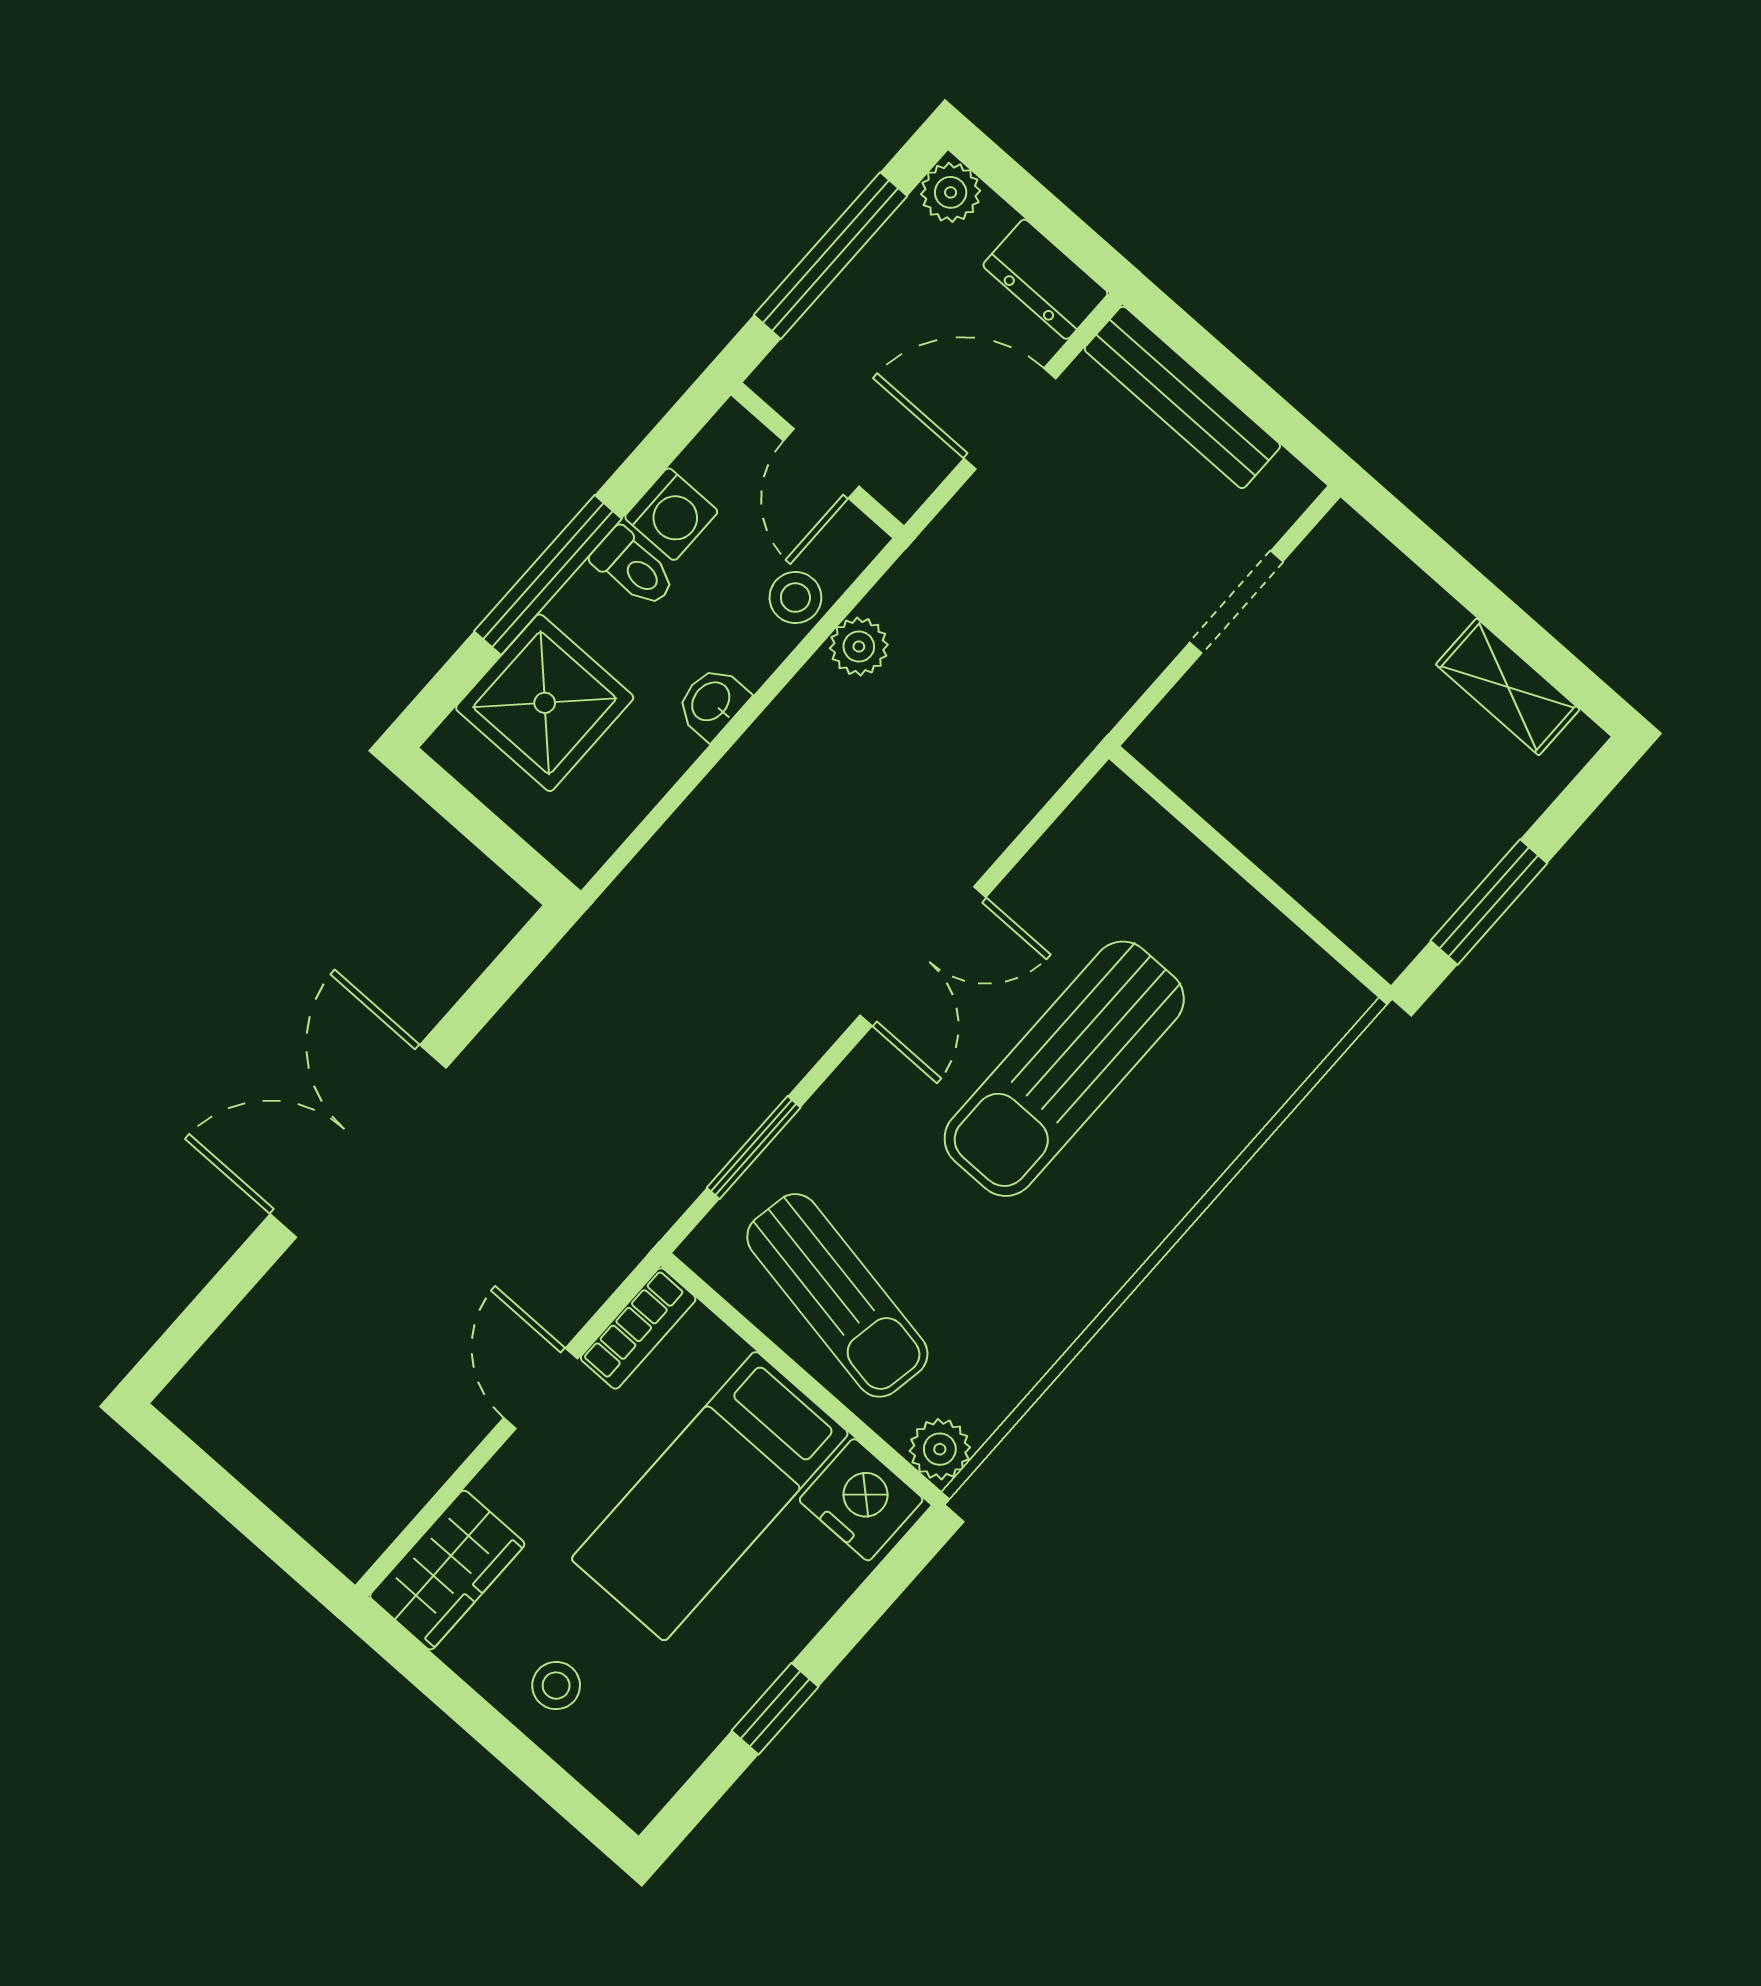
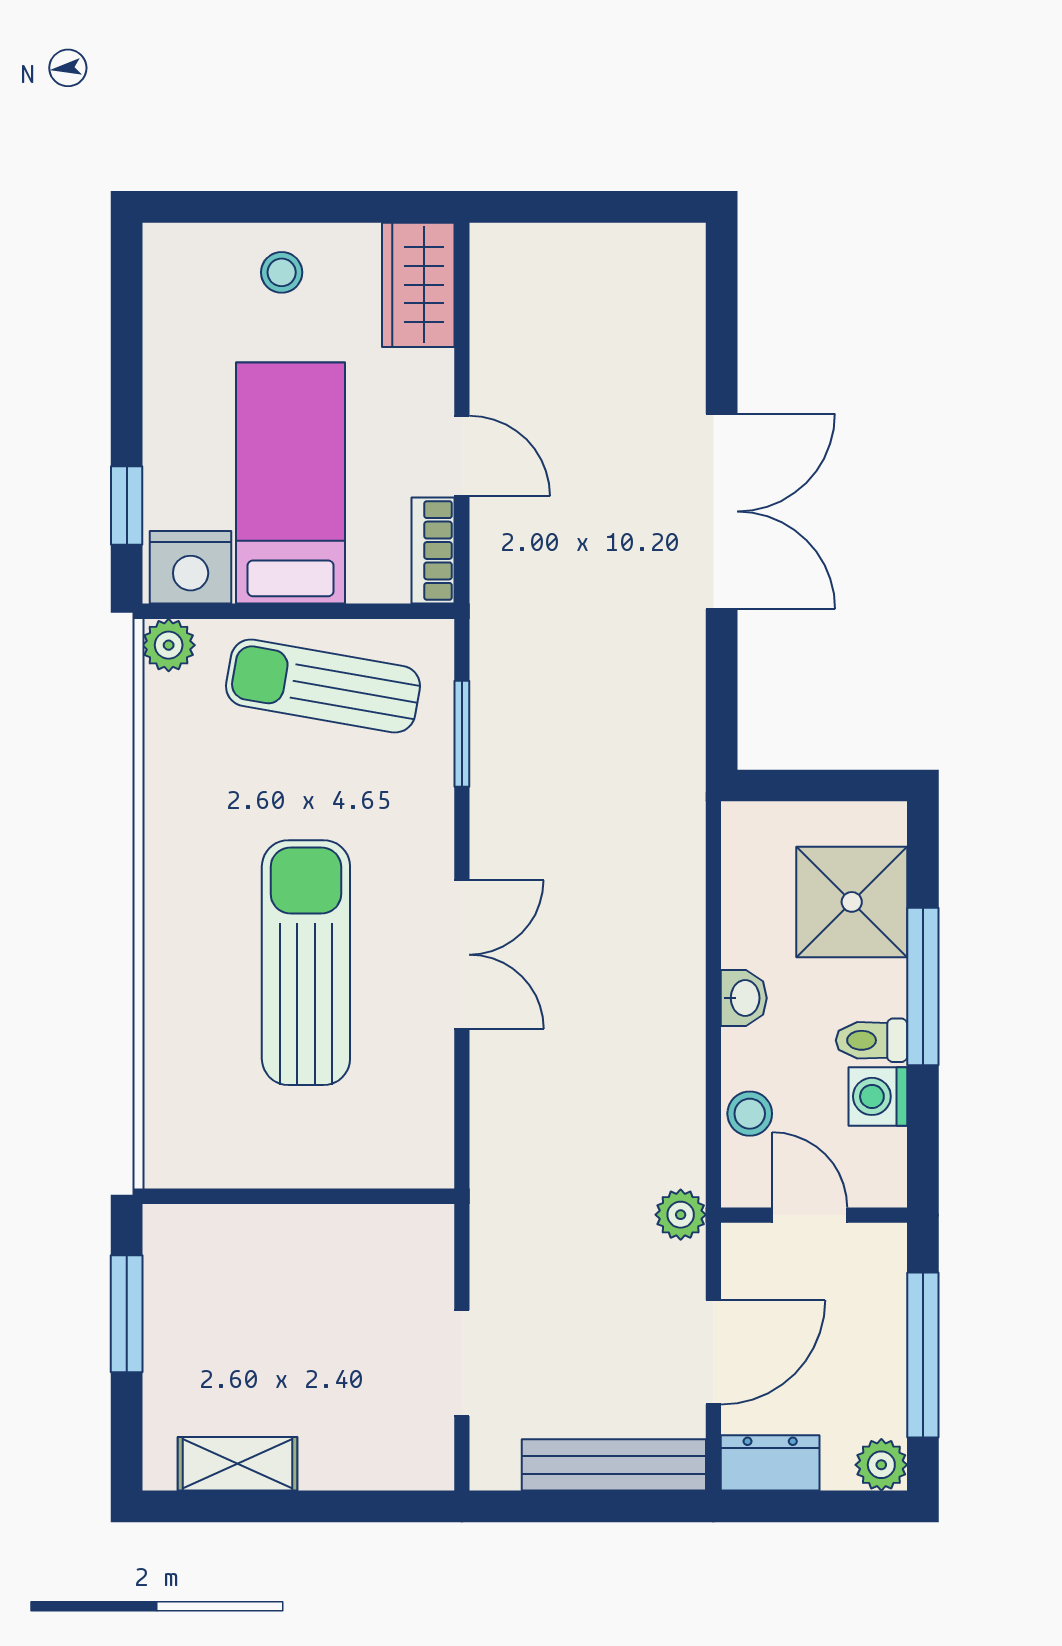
plant: (859, 646) -> (681, 1215), moved
double door: (923, 956) -> (462, 955), swing flipped
window: (775, 1709) -> (127, 505), moved

